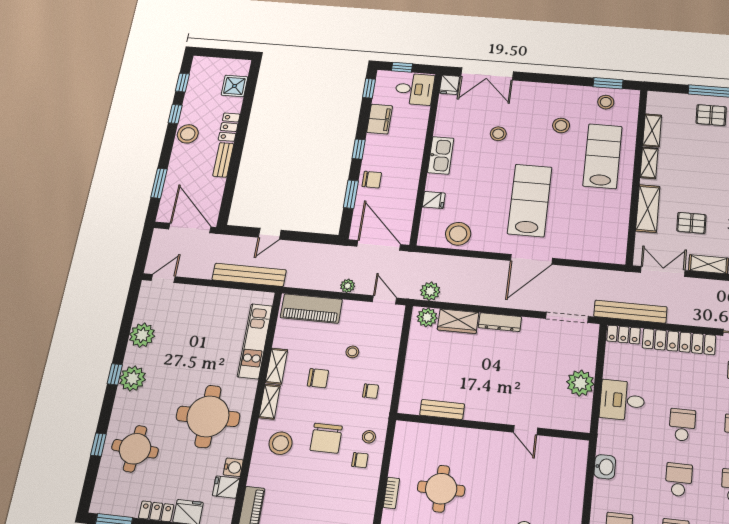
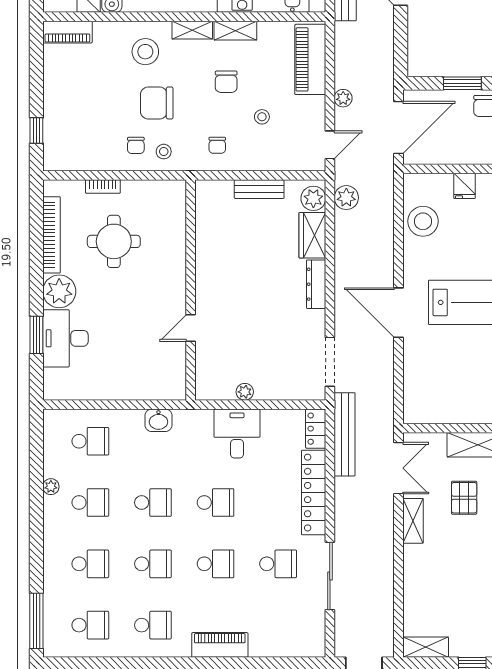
plant: (580, 383) -> (245, 392), width x0.53, depth x0.53
bench: (442, 409) -> (259, 189), moved, turned 90

